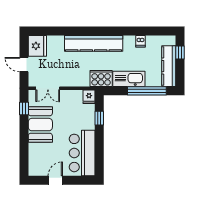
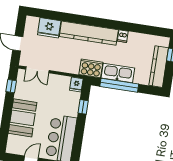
dishwasher: (140, 41) -> (123, 36), moved
fridge: (37, 46) -> (49, 28), moved, turned 90
window: (147, 91) -> (119, 85), moved
booth: (40, 125) -> (23, 118), moved

